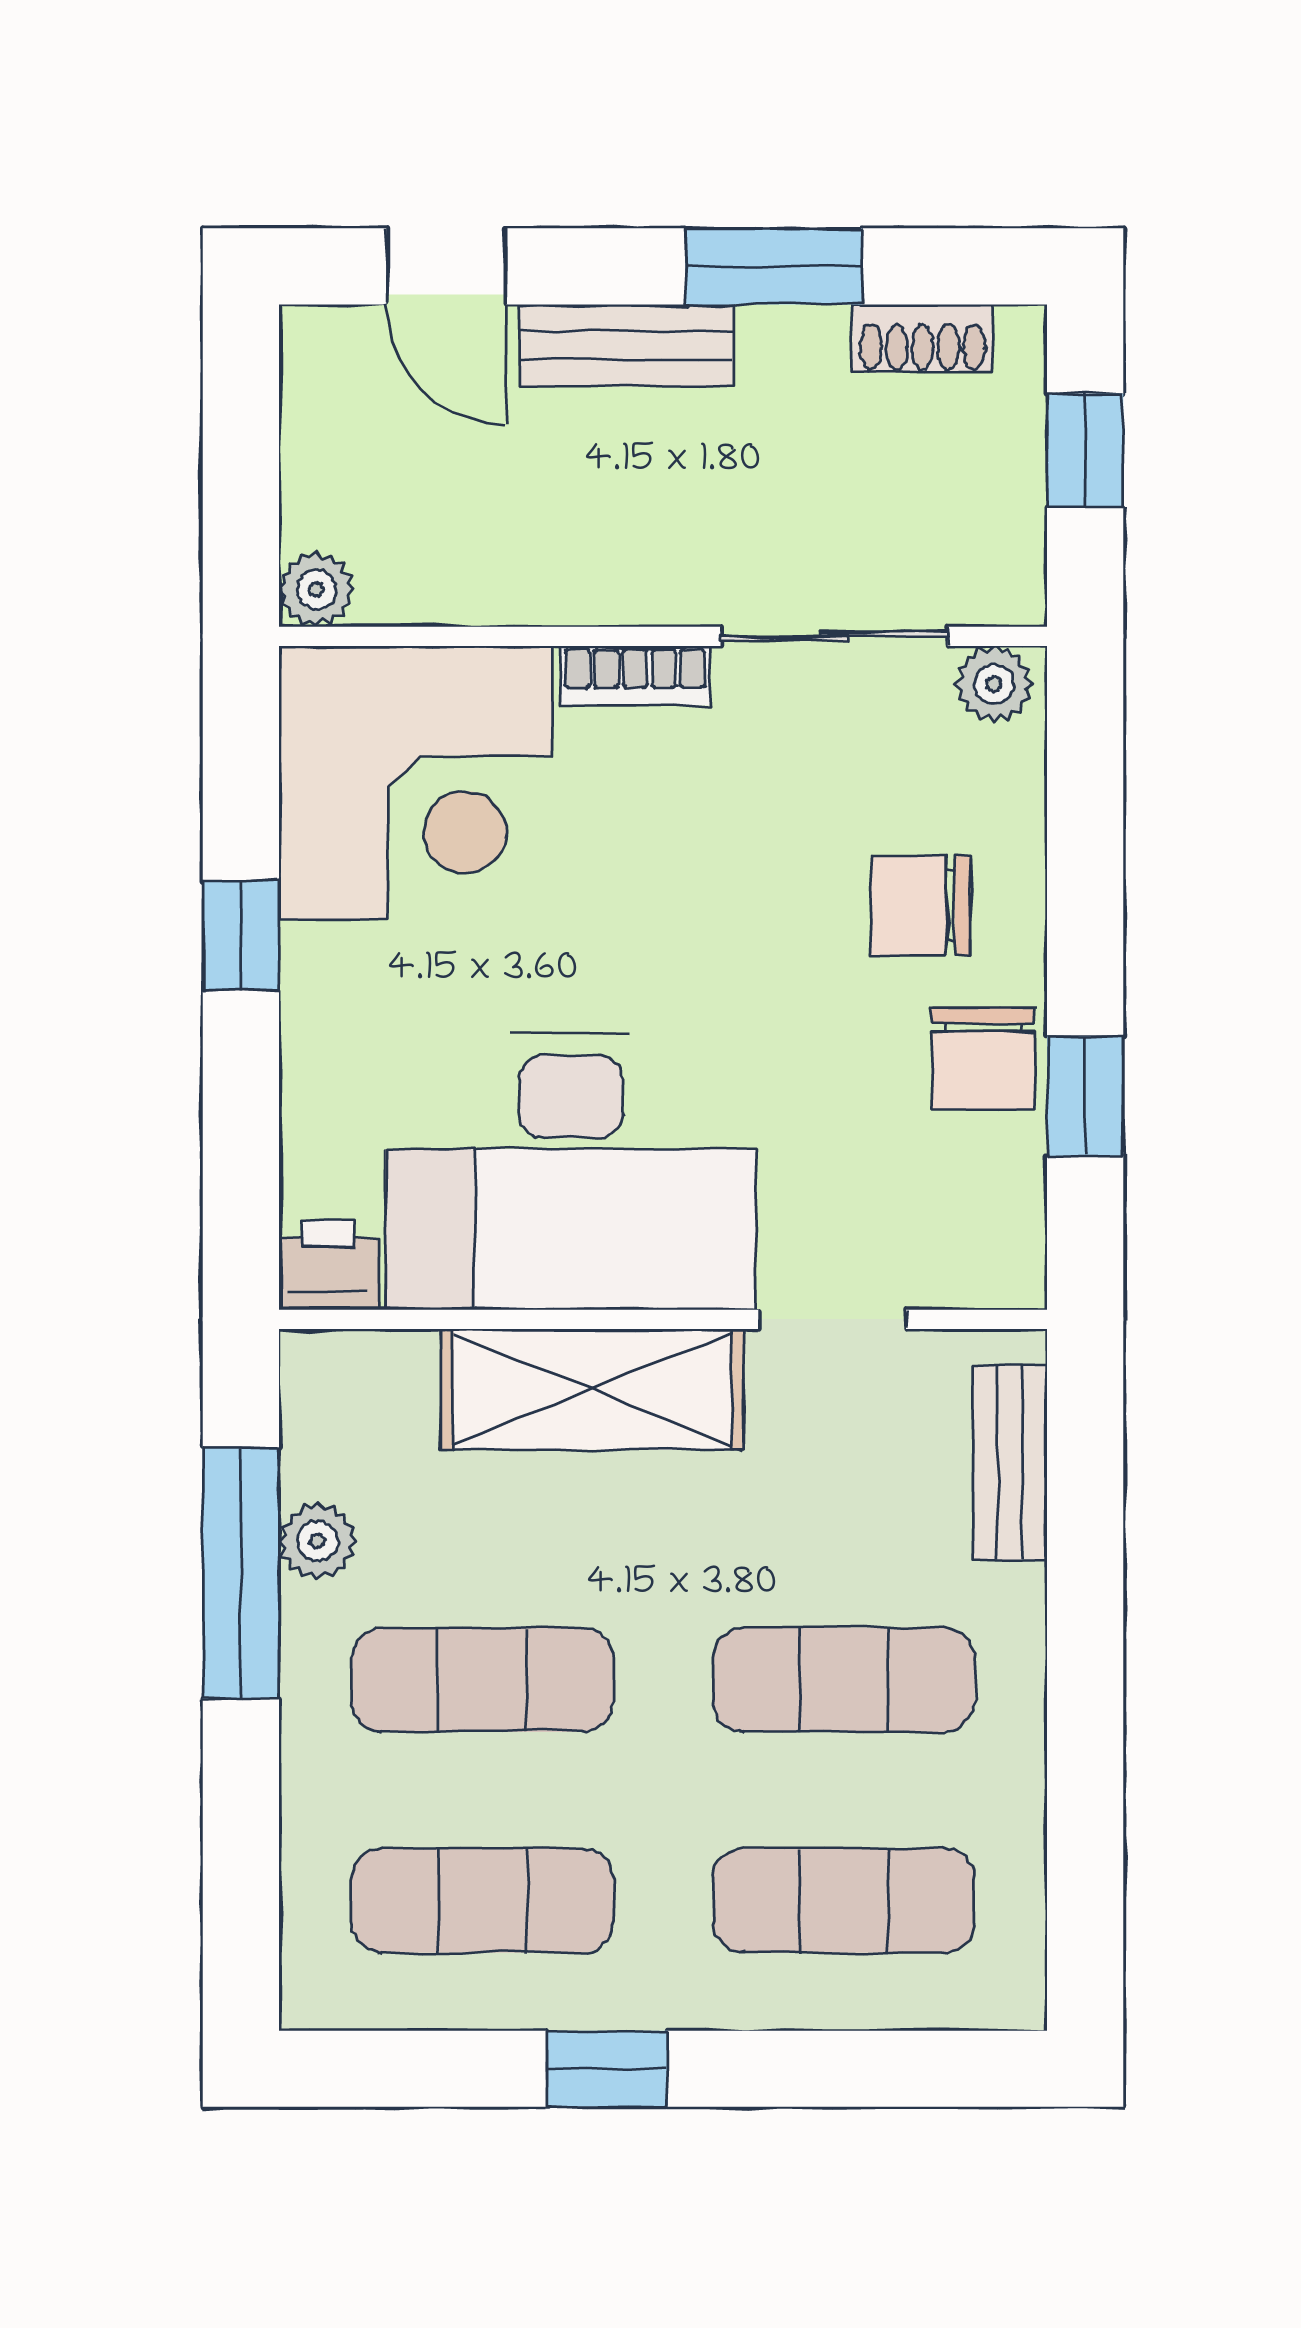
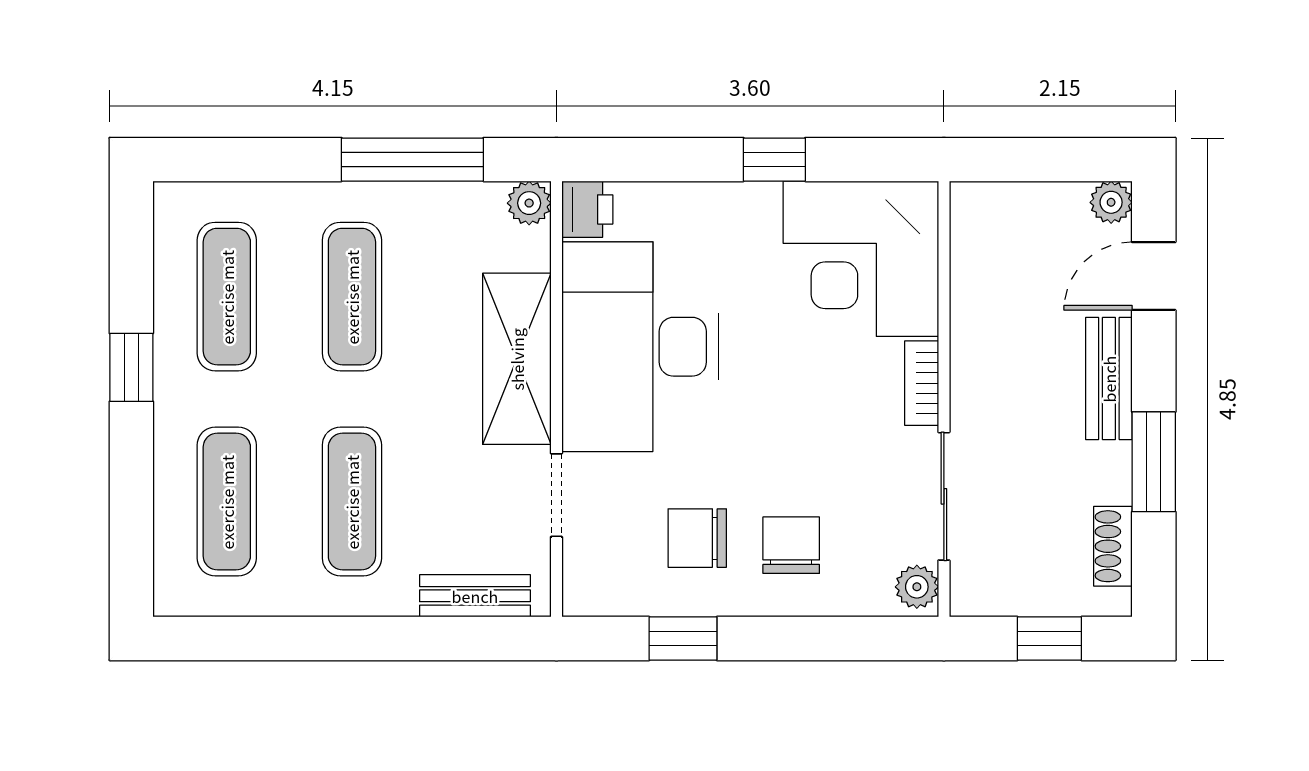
plant: (316, 590) -> (1111, 202), moved
chair: (983, 1058) -> (697, 538), moved
plant: (318, 1541) -> (529, 203), moved

